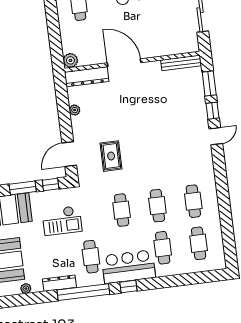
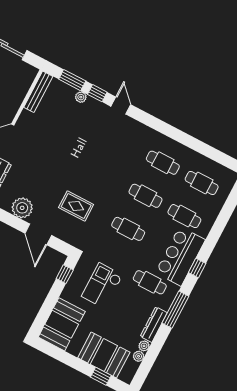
plant: (200, 100) -> (81, 97), added
plant: (75, 110) -> (22, 208), width x1.87, depth x1.87
door: (69, 154) -> (38, 234), moved
window: (23, 188) -> (51, 300), removed
checkout: (62, 221) -> (102, 286), turned 180
plant: (37, 287) -> (144, 346), added
window: (83, 292) -> (175, 310), width x0.68

